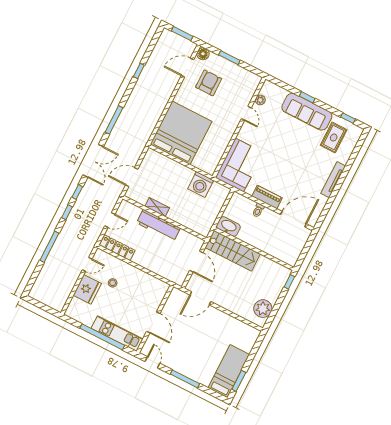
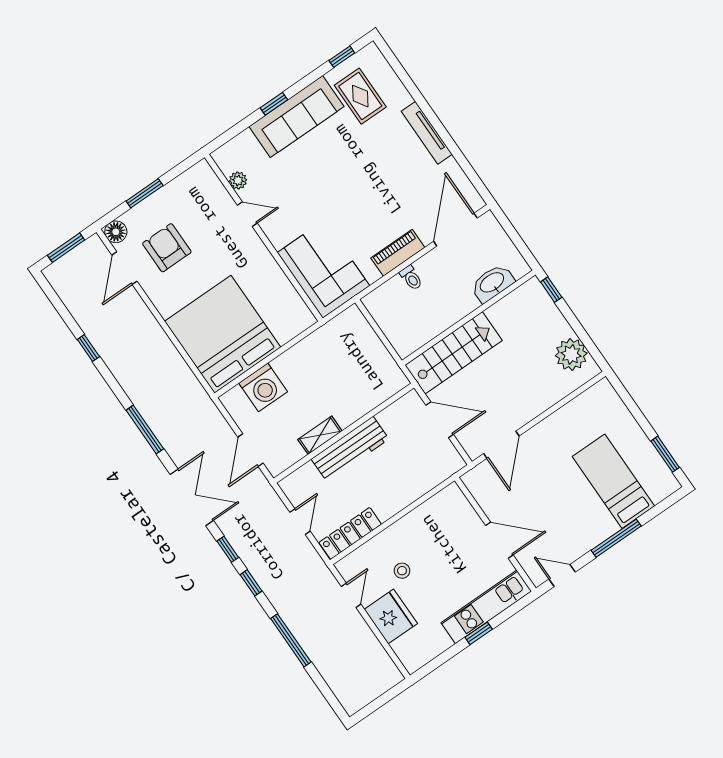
washing machine: (201, 185) -> (263, 387), moved
washbasin: (228, 227) -> (492, 283), moved
window: (102, 337) -> (479, 633), width x0.32
bed: (229, 371) -> (613, 481), moved

